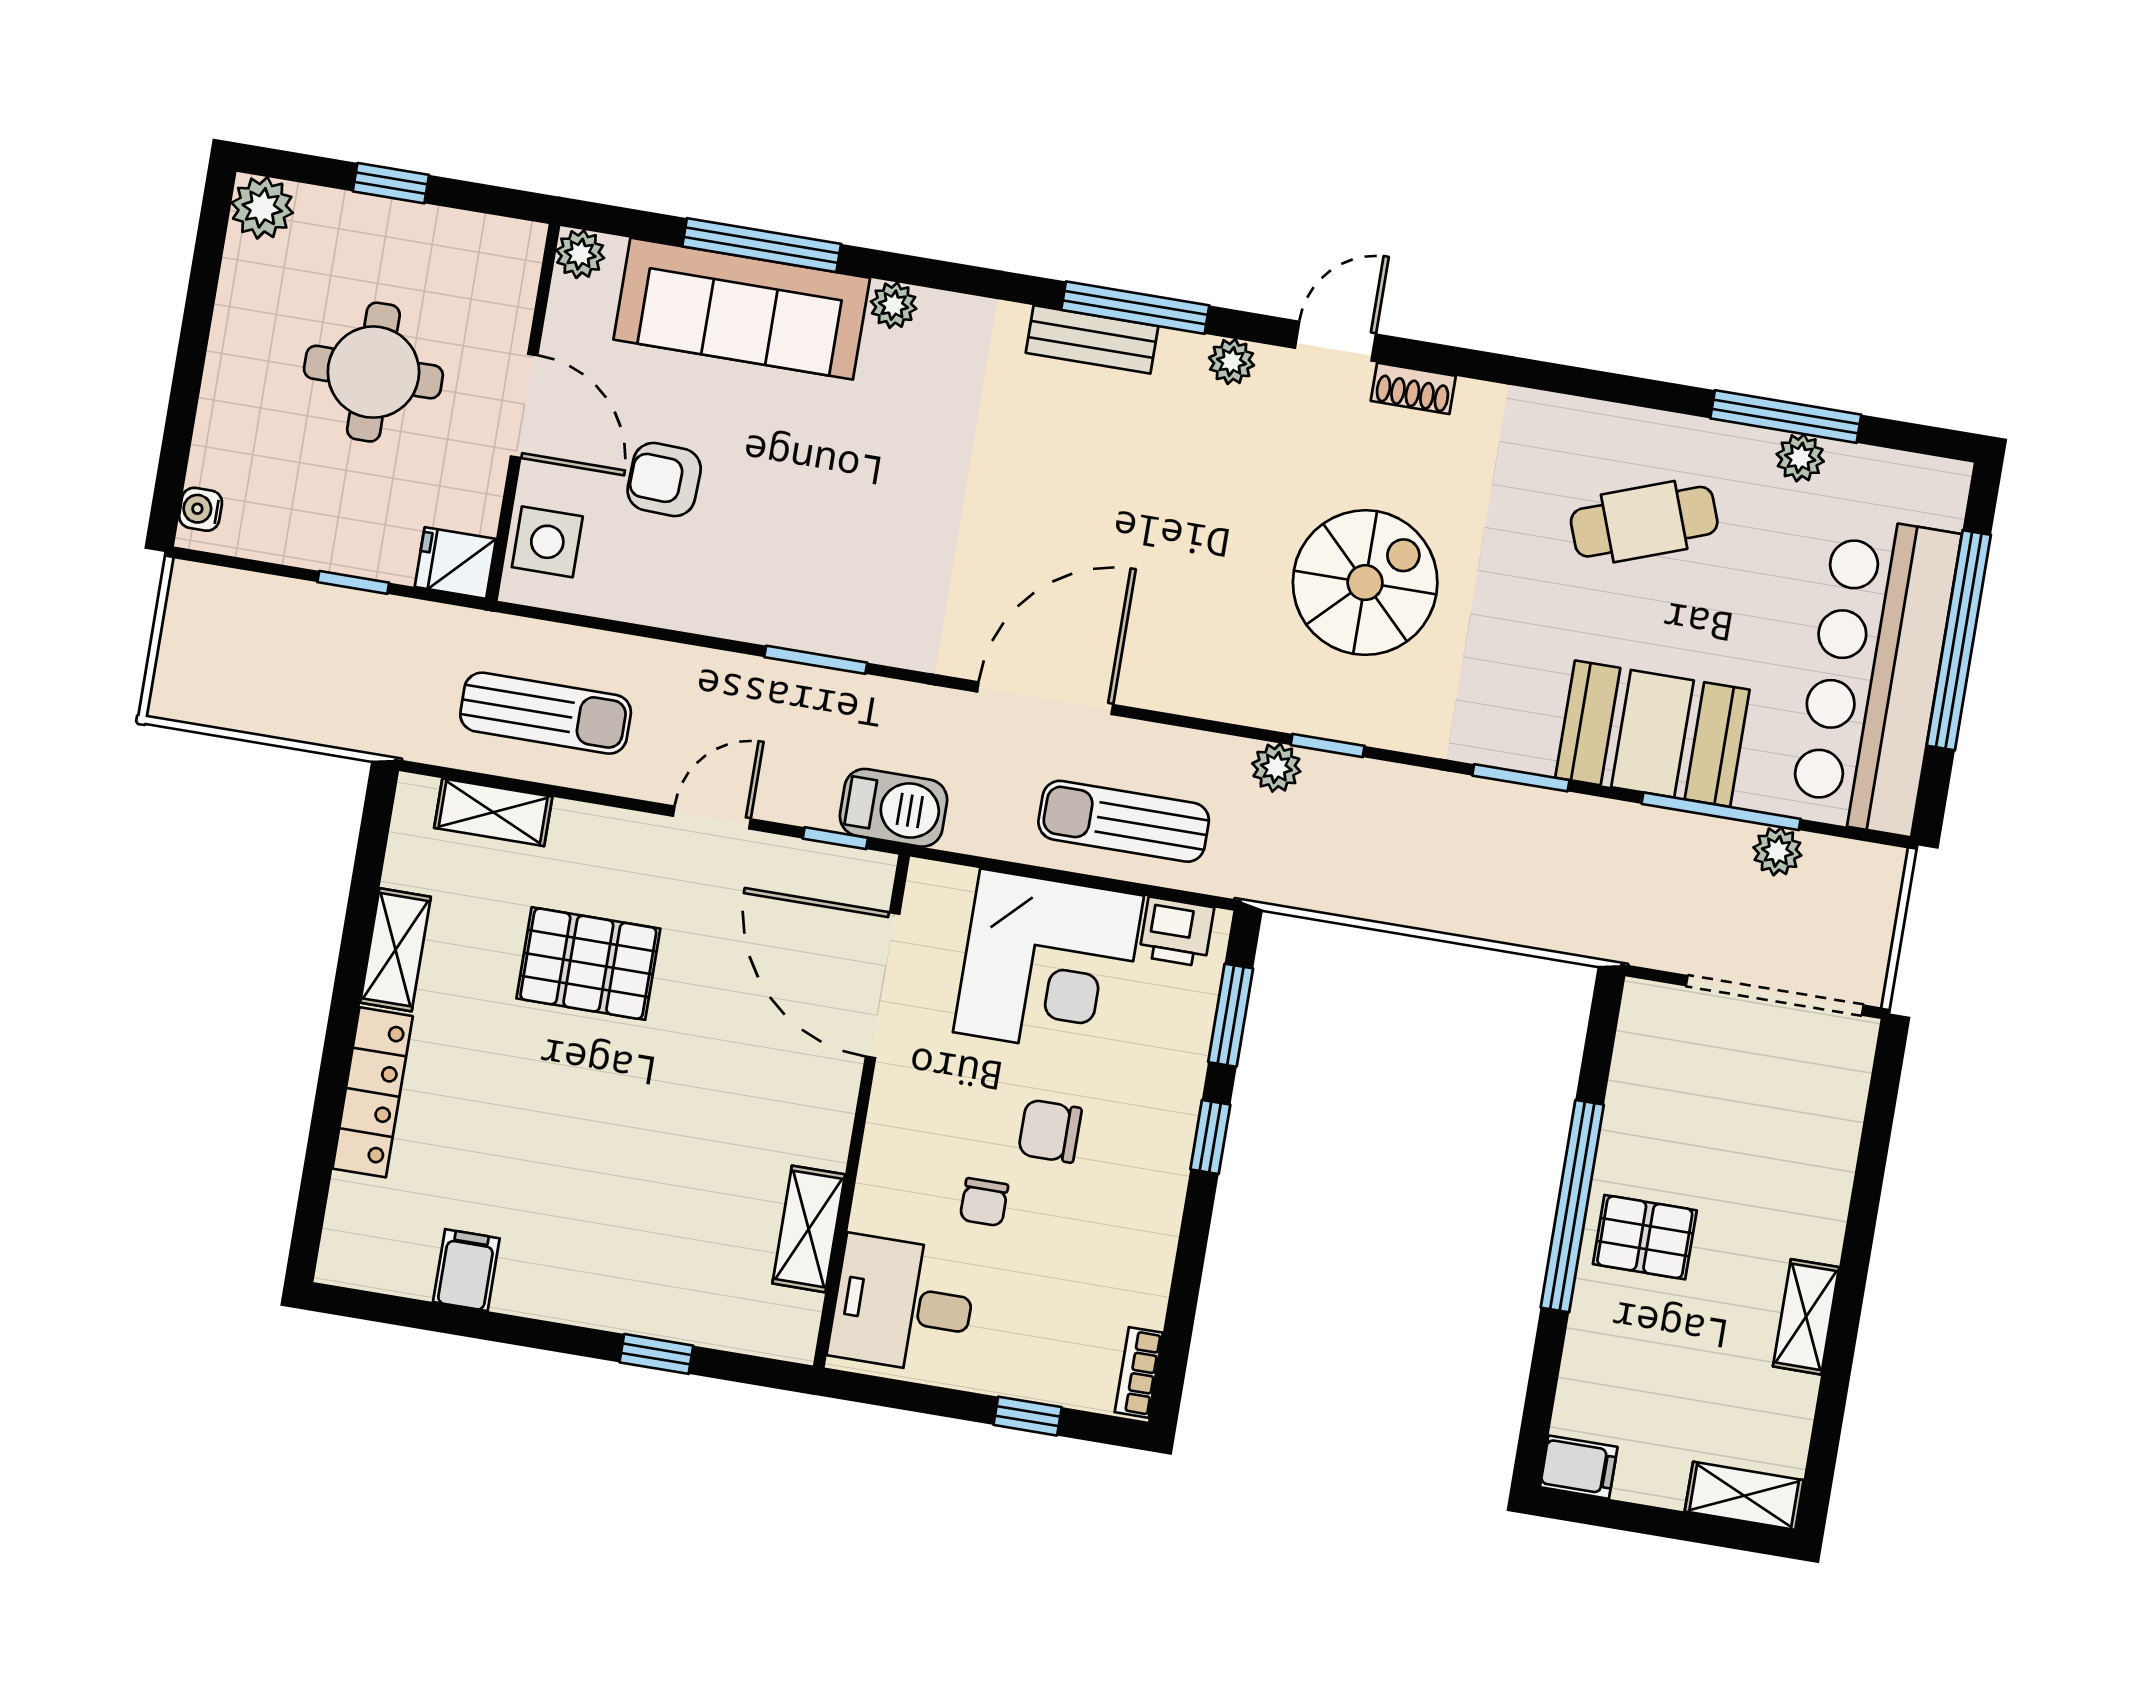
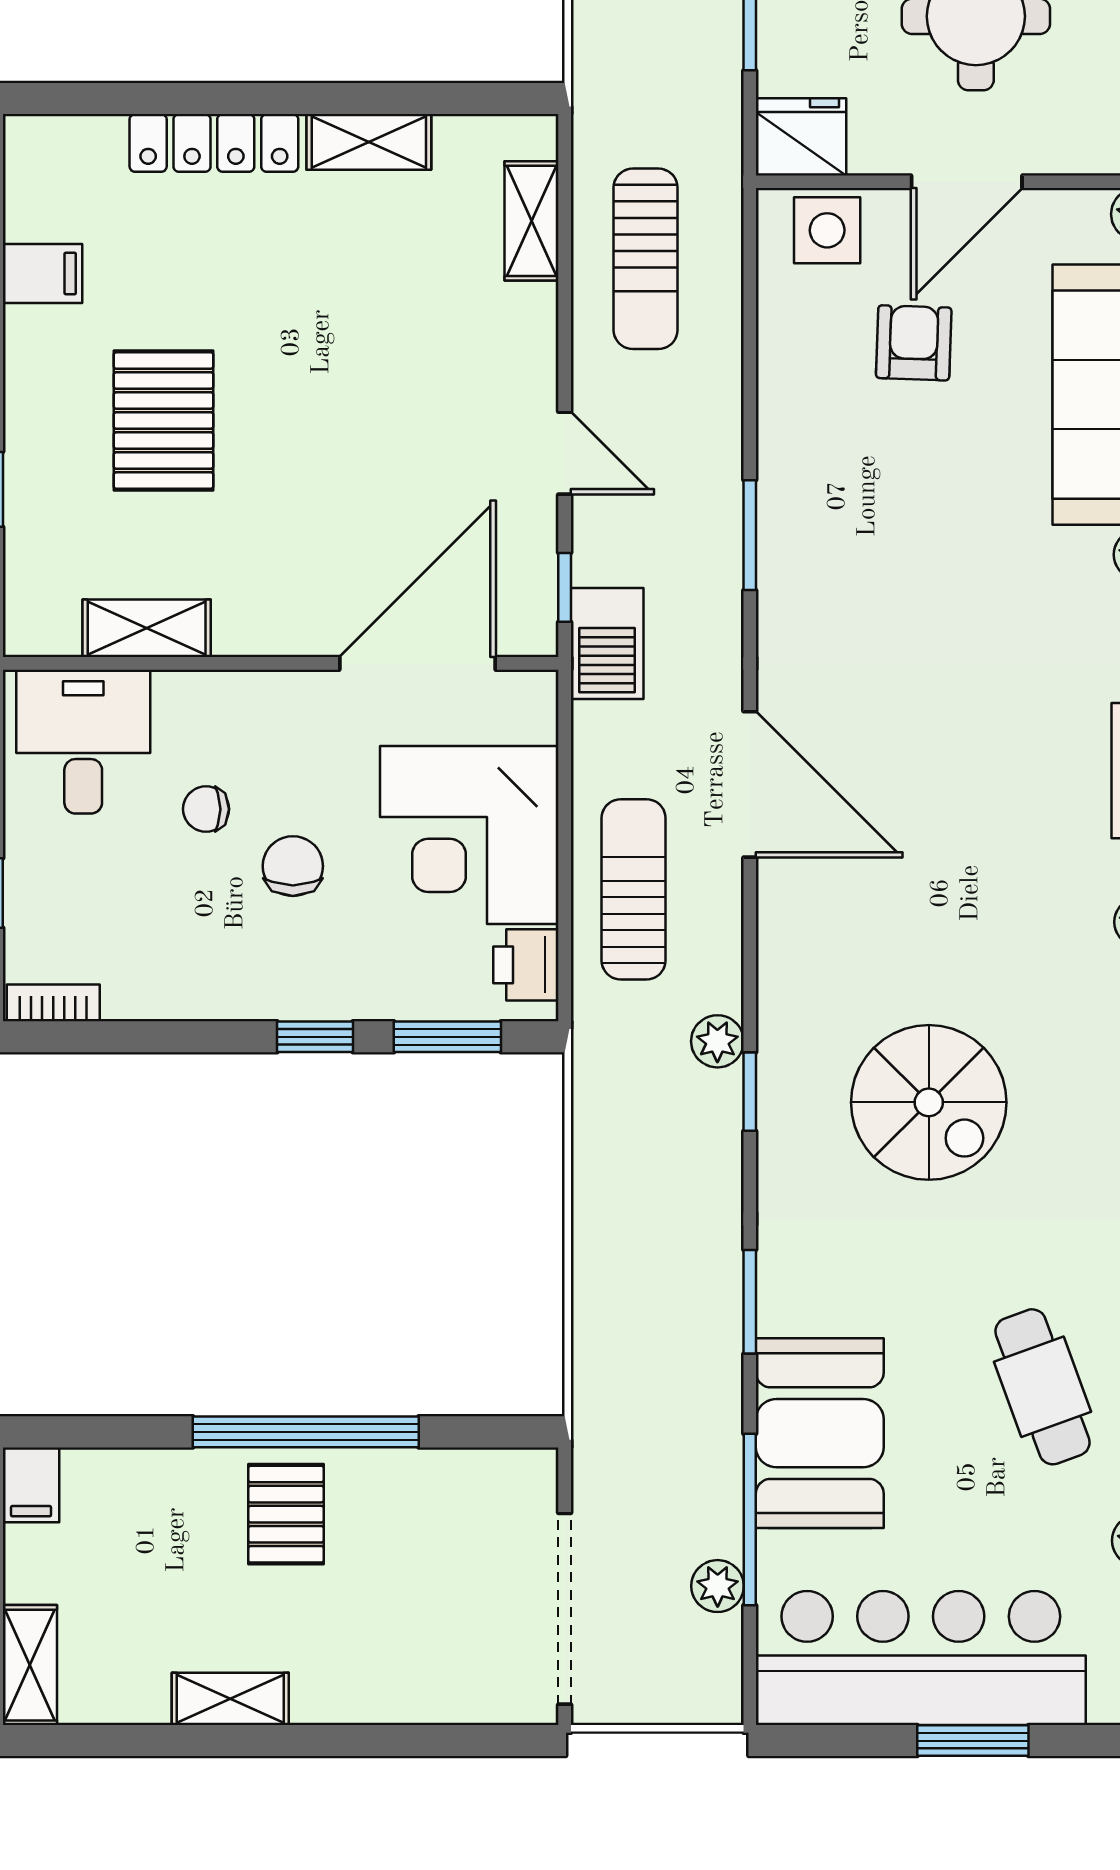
fridge: (455, 563) -> (801, 137), width x1.38
window: (1959, 640) -> (973, 1741), width x0.47
pallet: (588, 964) -> (164, 420), moved

